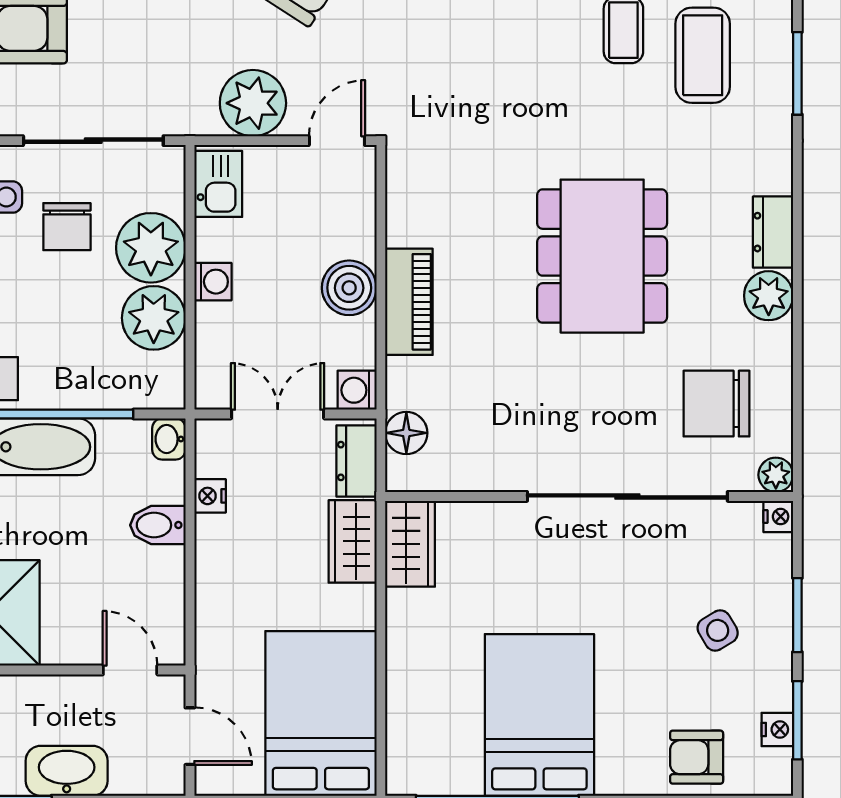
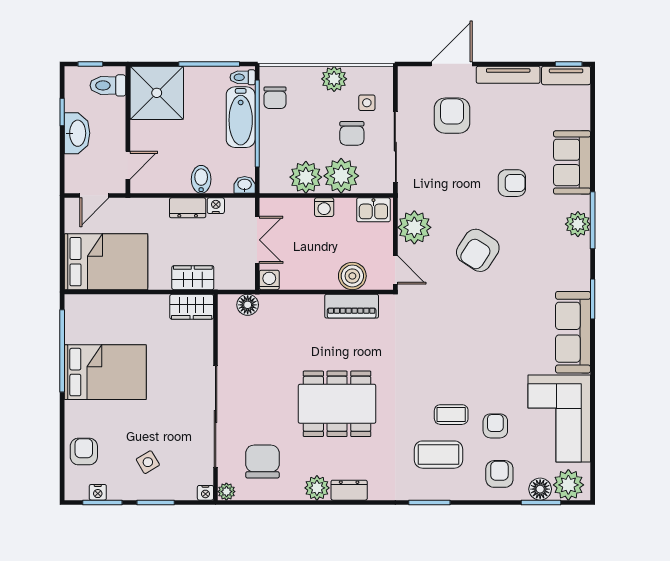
chair: (67, 227) -> (352, 133), turned -90
boiler: (349, 288) -> (352, 276), moved
piano: (409, 302) -> (352, 306), moved
dresser: (356, 461) -> (188, 208), moved, turned 180

